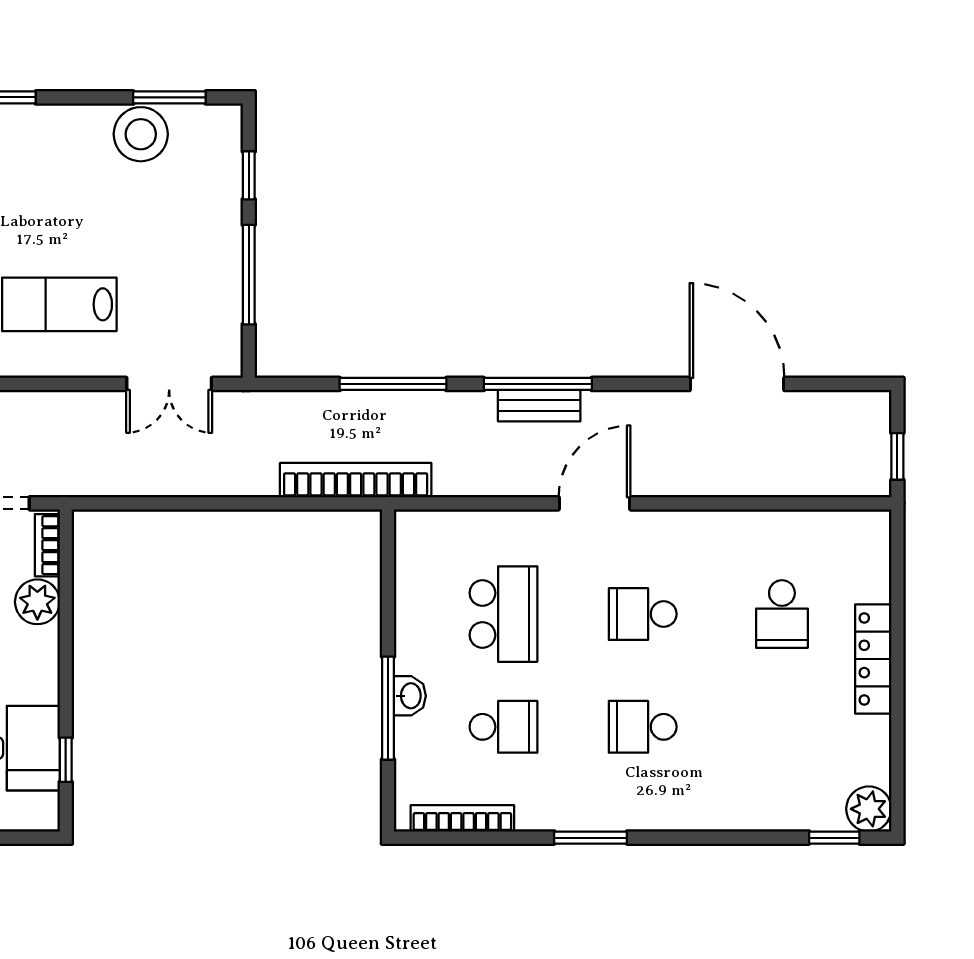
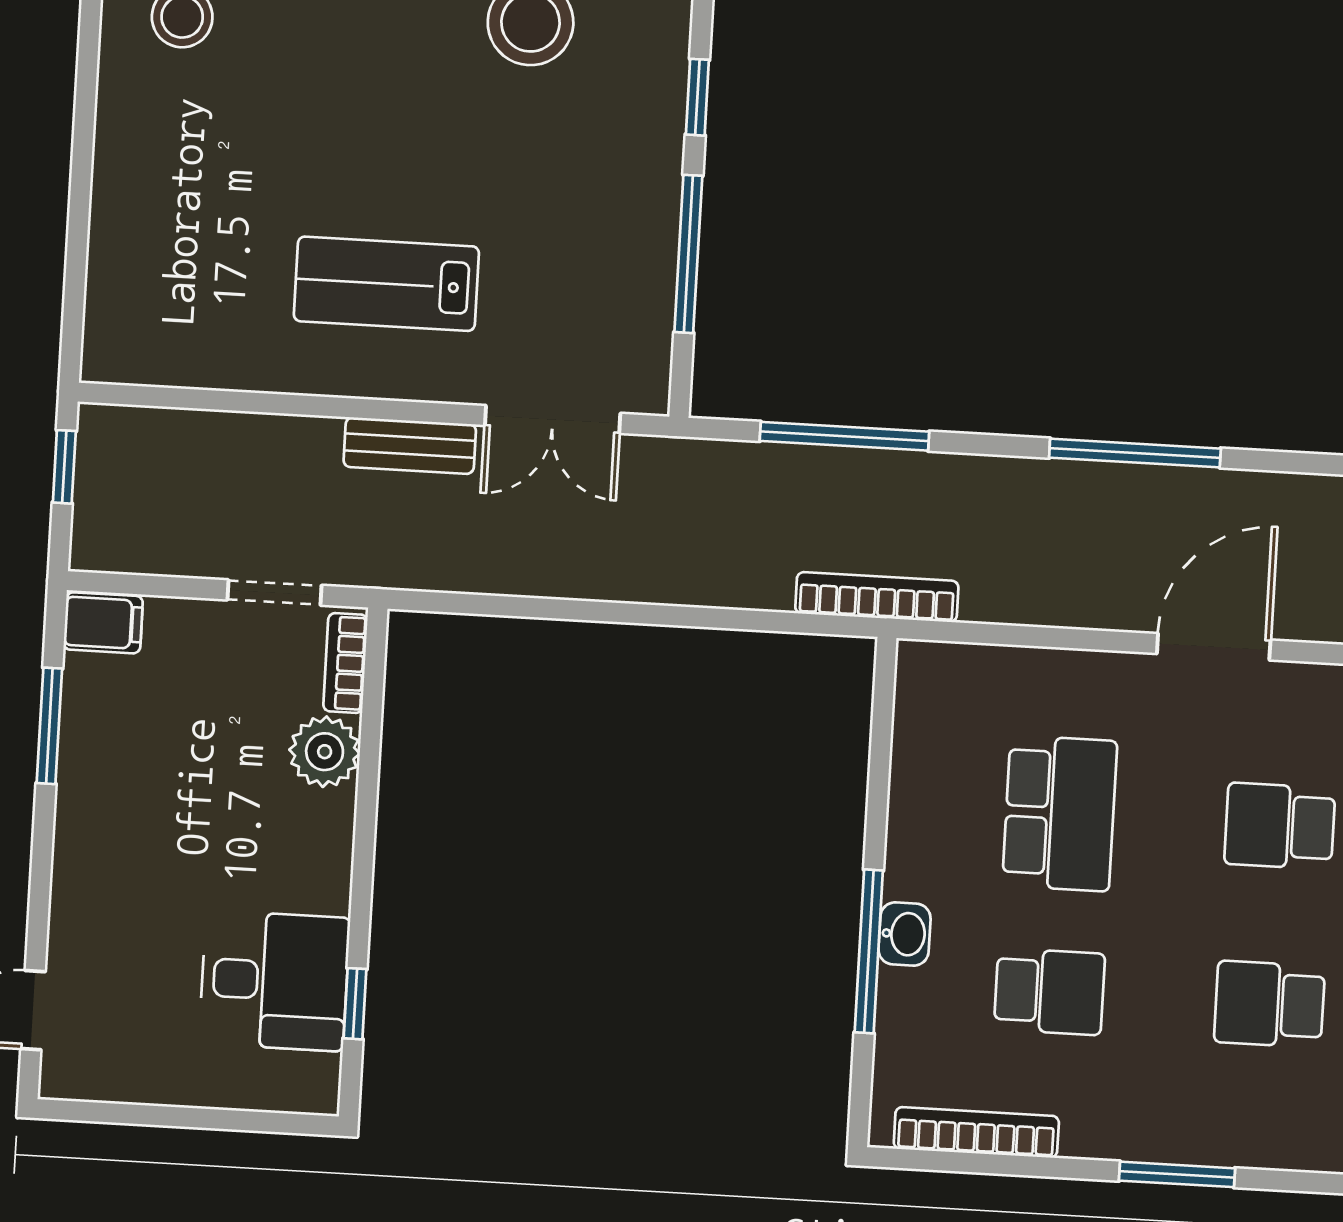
window: (393, 384) -> (844, 436), moved
bench: (539, 406) -> (410, 446), moved
bookcase: (356, 480) -> (877, 597), width x0.68, depth x0.76

